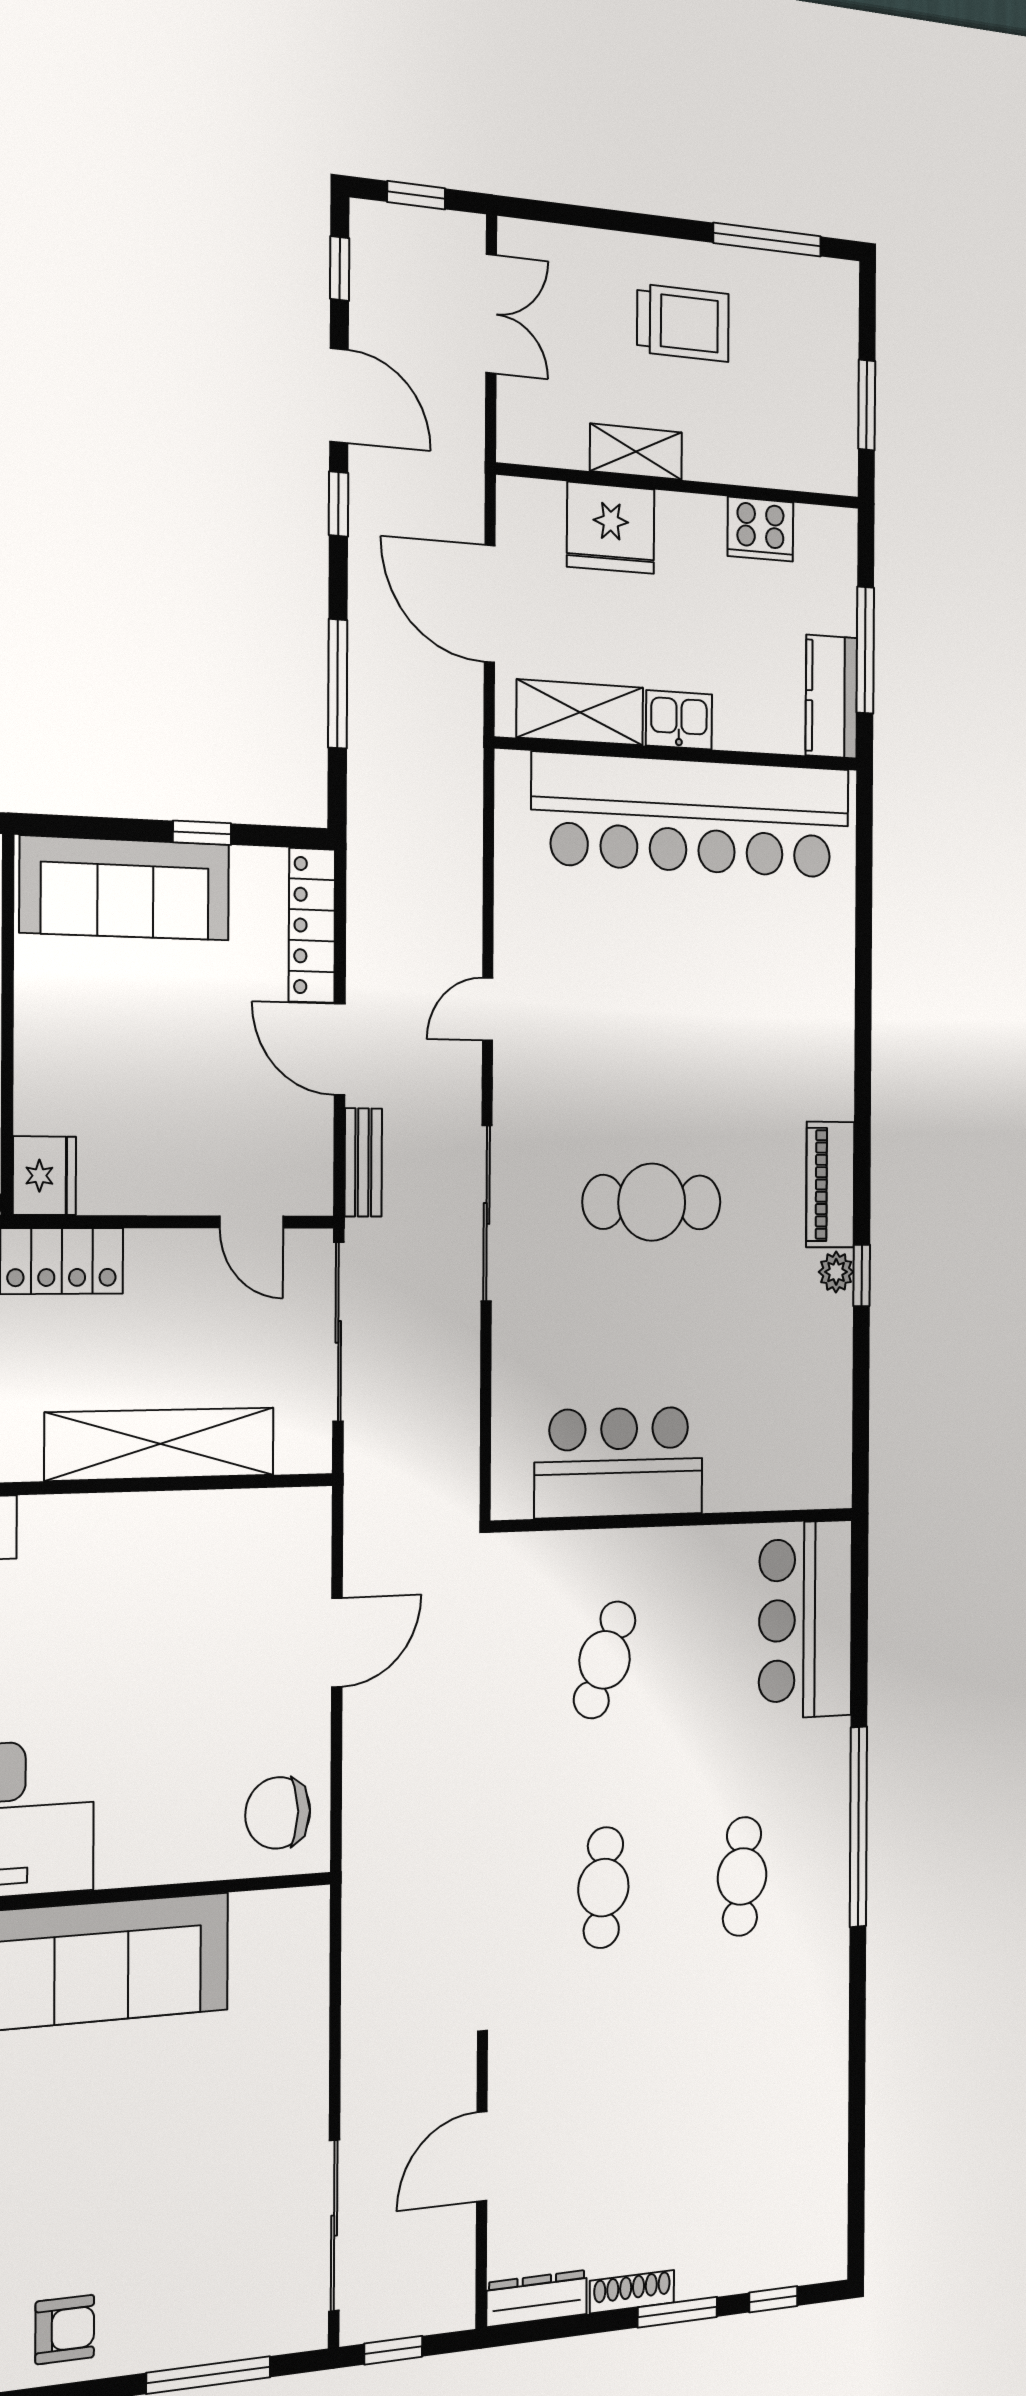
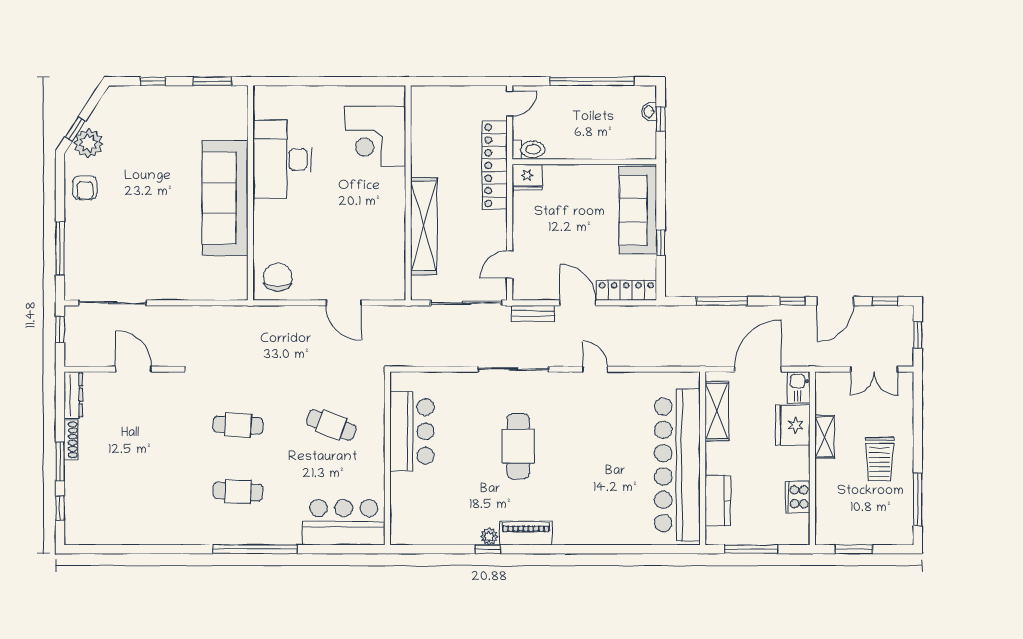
kitchen counter: (831, 697) -> (718, 501), moved, turned 90
kitchen sink: (679, 720) -> (799, 387), moved, turned 180
door: (340, 1049) -> (578, 303), hinge flipped

